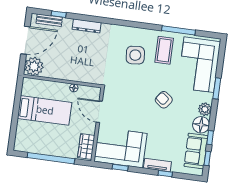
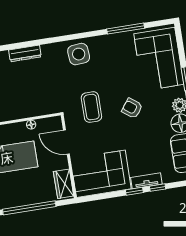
coffee table: (164, 50) -> (91, 107), moved
side table: (135, 55) -> (79, 54), moved
window: (120, 168) -> (134, 191), moved

